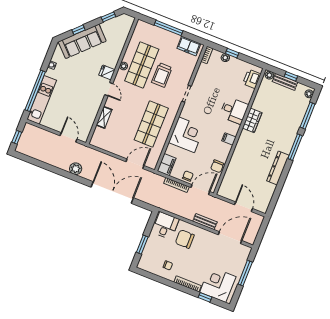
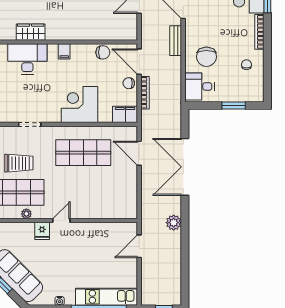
desk: (234, 111) -> (27, 59), width x1.37
shelving: (104, 117) -> (98, 213), removed

